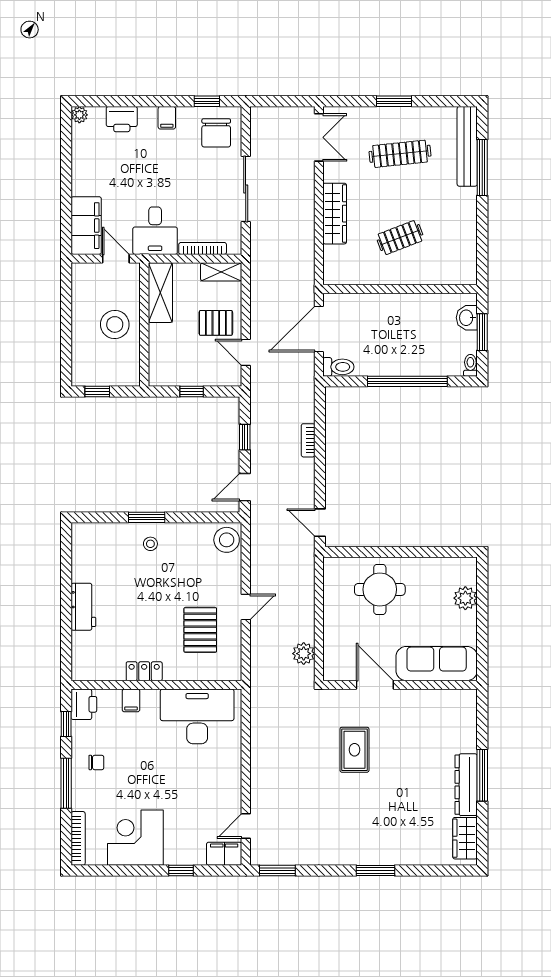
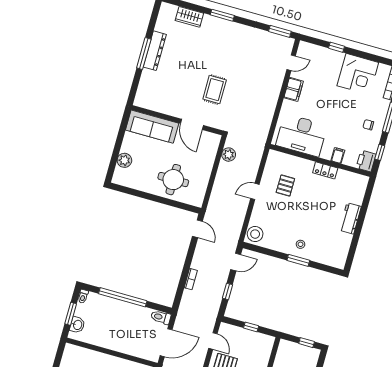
pallet: (200, 630) -> (285, 185), width x0.67, depth x0.71
wardrobe: (465, 838) -> (189, 17), moved, turned 90
filing cabinet: (224, 854) -> (294, 89), moved, turned -90

